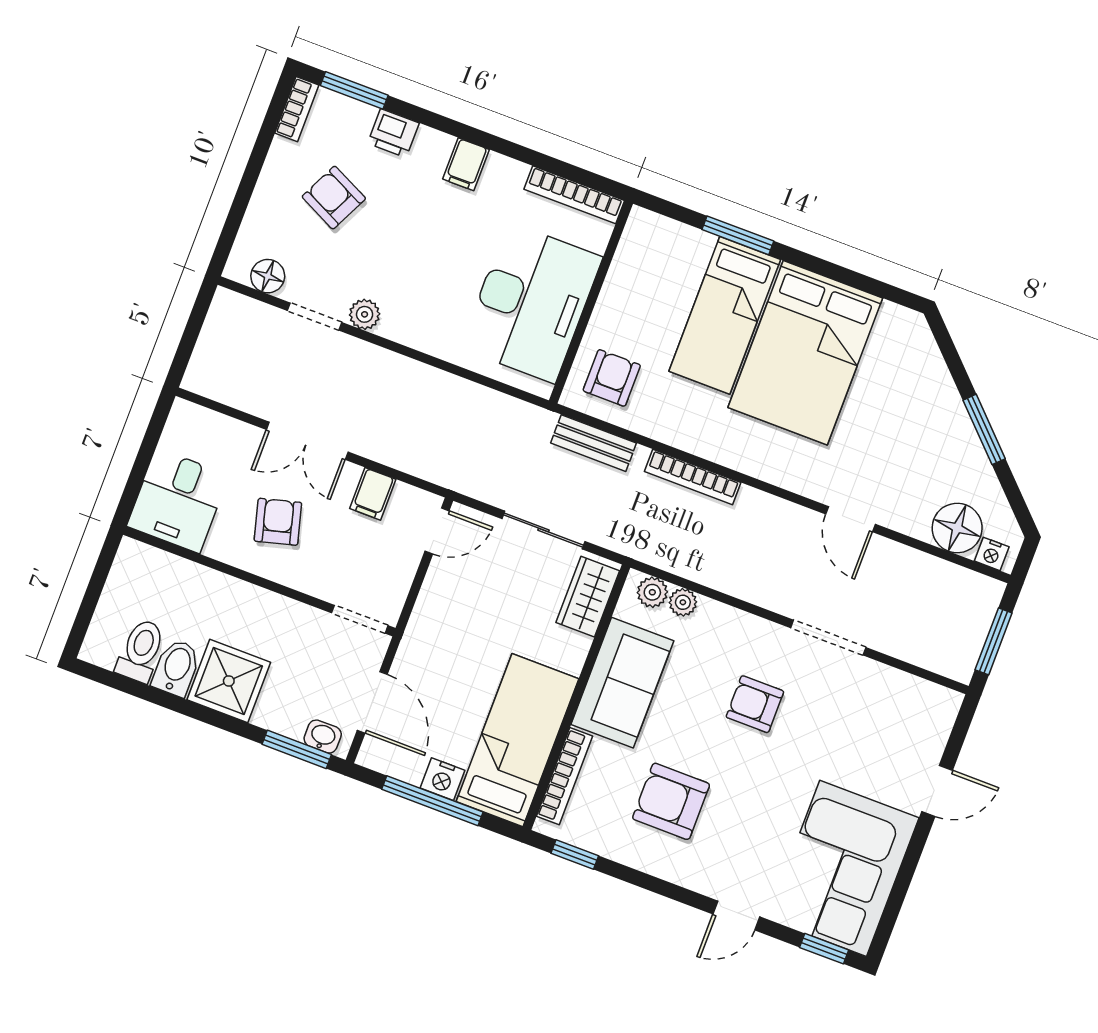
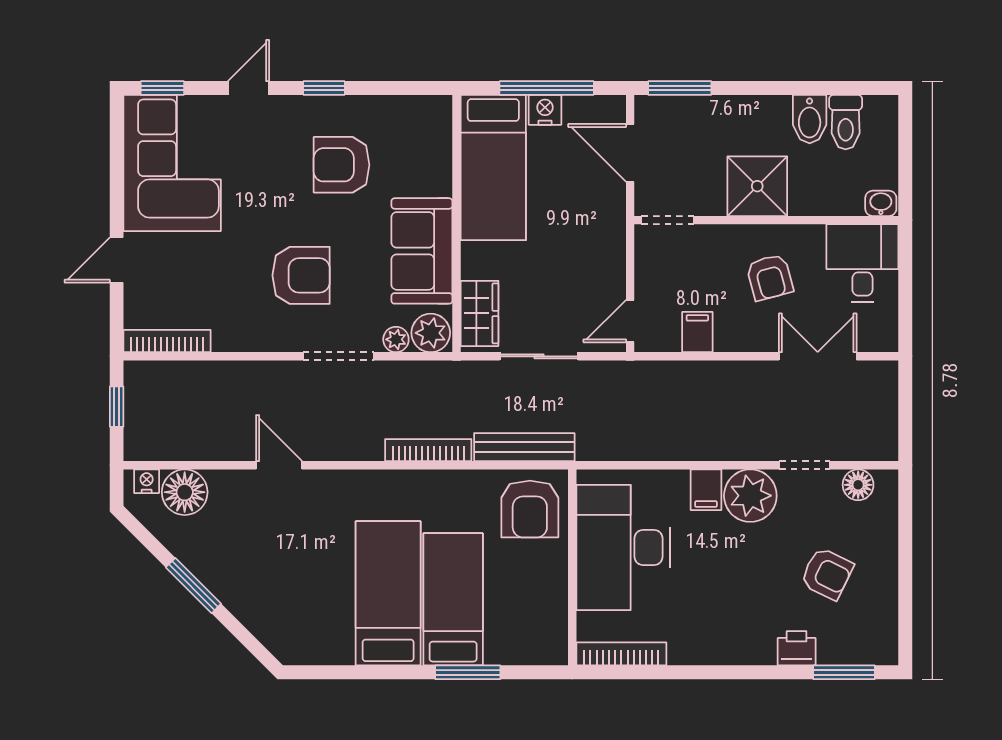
bookcase: (297, 109) -> (887, 638), removed
filing cabinet: (466, 164) -> (706, 490), moved, turned 180
plant: (365, 314) -> (750, 496), width x1.87, depth x1.87
bed: (805, 353) -> (388, 593), width x0.67
armchair: (612, 378) -> (530, 509), width x1.38, depth x1.38
double door: (307, 441) -> (818, 356), moved
bench: (593, 443) -> (524, 447), width x1.36
plant: (652, 592) -> (431, 333), width x1.38, depth x1.38
doorway: (828, 638) -> (338, 356), moved
window: (994, 641) -> (117, 407), width x0.67
shower: (229, 681) -> (757, 186), moved
armchair: (755, 704) -> (301, 275), width x1.38, depth x1.38
washbasin: (323, 737) -> (881, 203), moved, turned 180
bookcase: (565, 776) -> (167, 341), moved, turned 90
armchair: (671, 801) -> (342, 165), turned 180
window: (575, 854) -> (324, 88), moved

